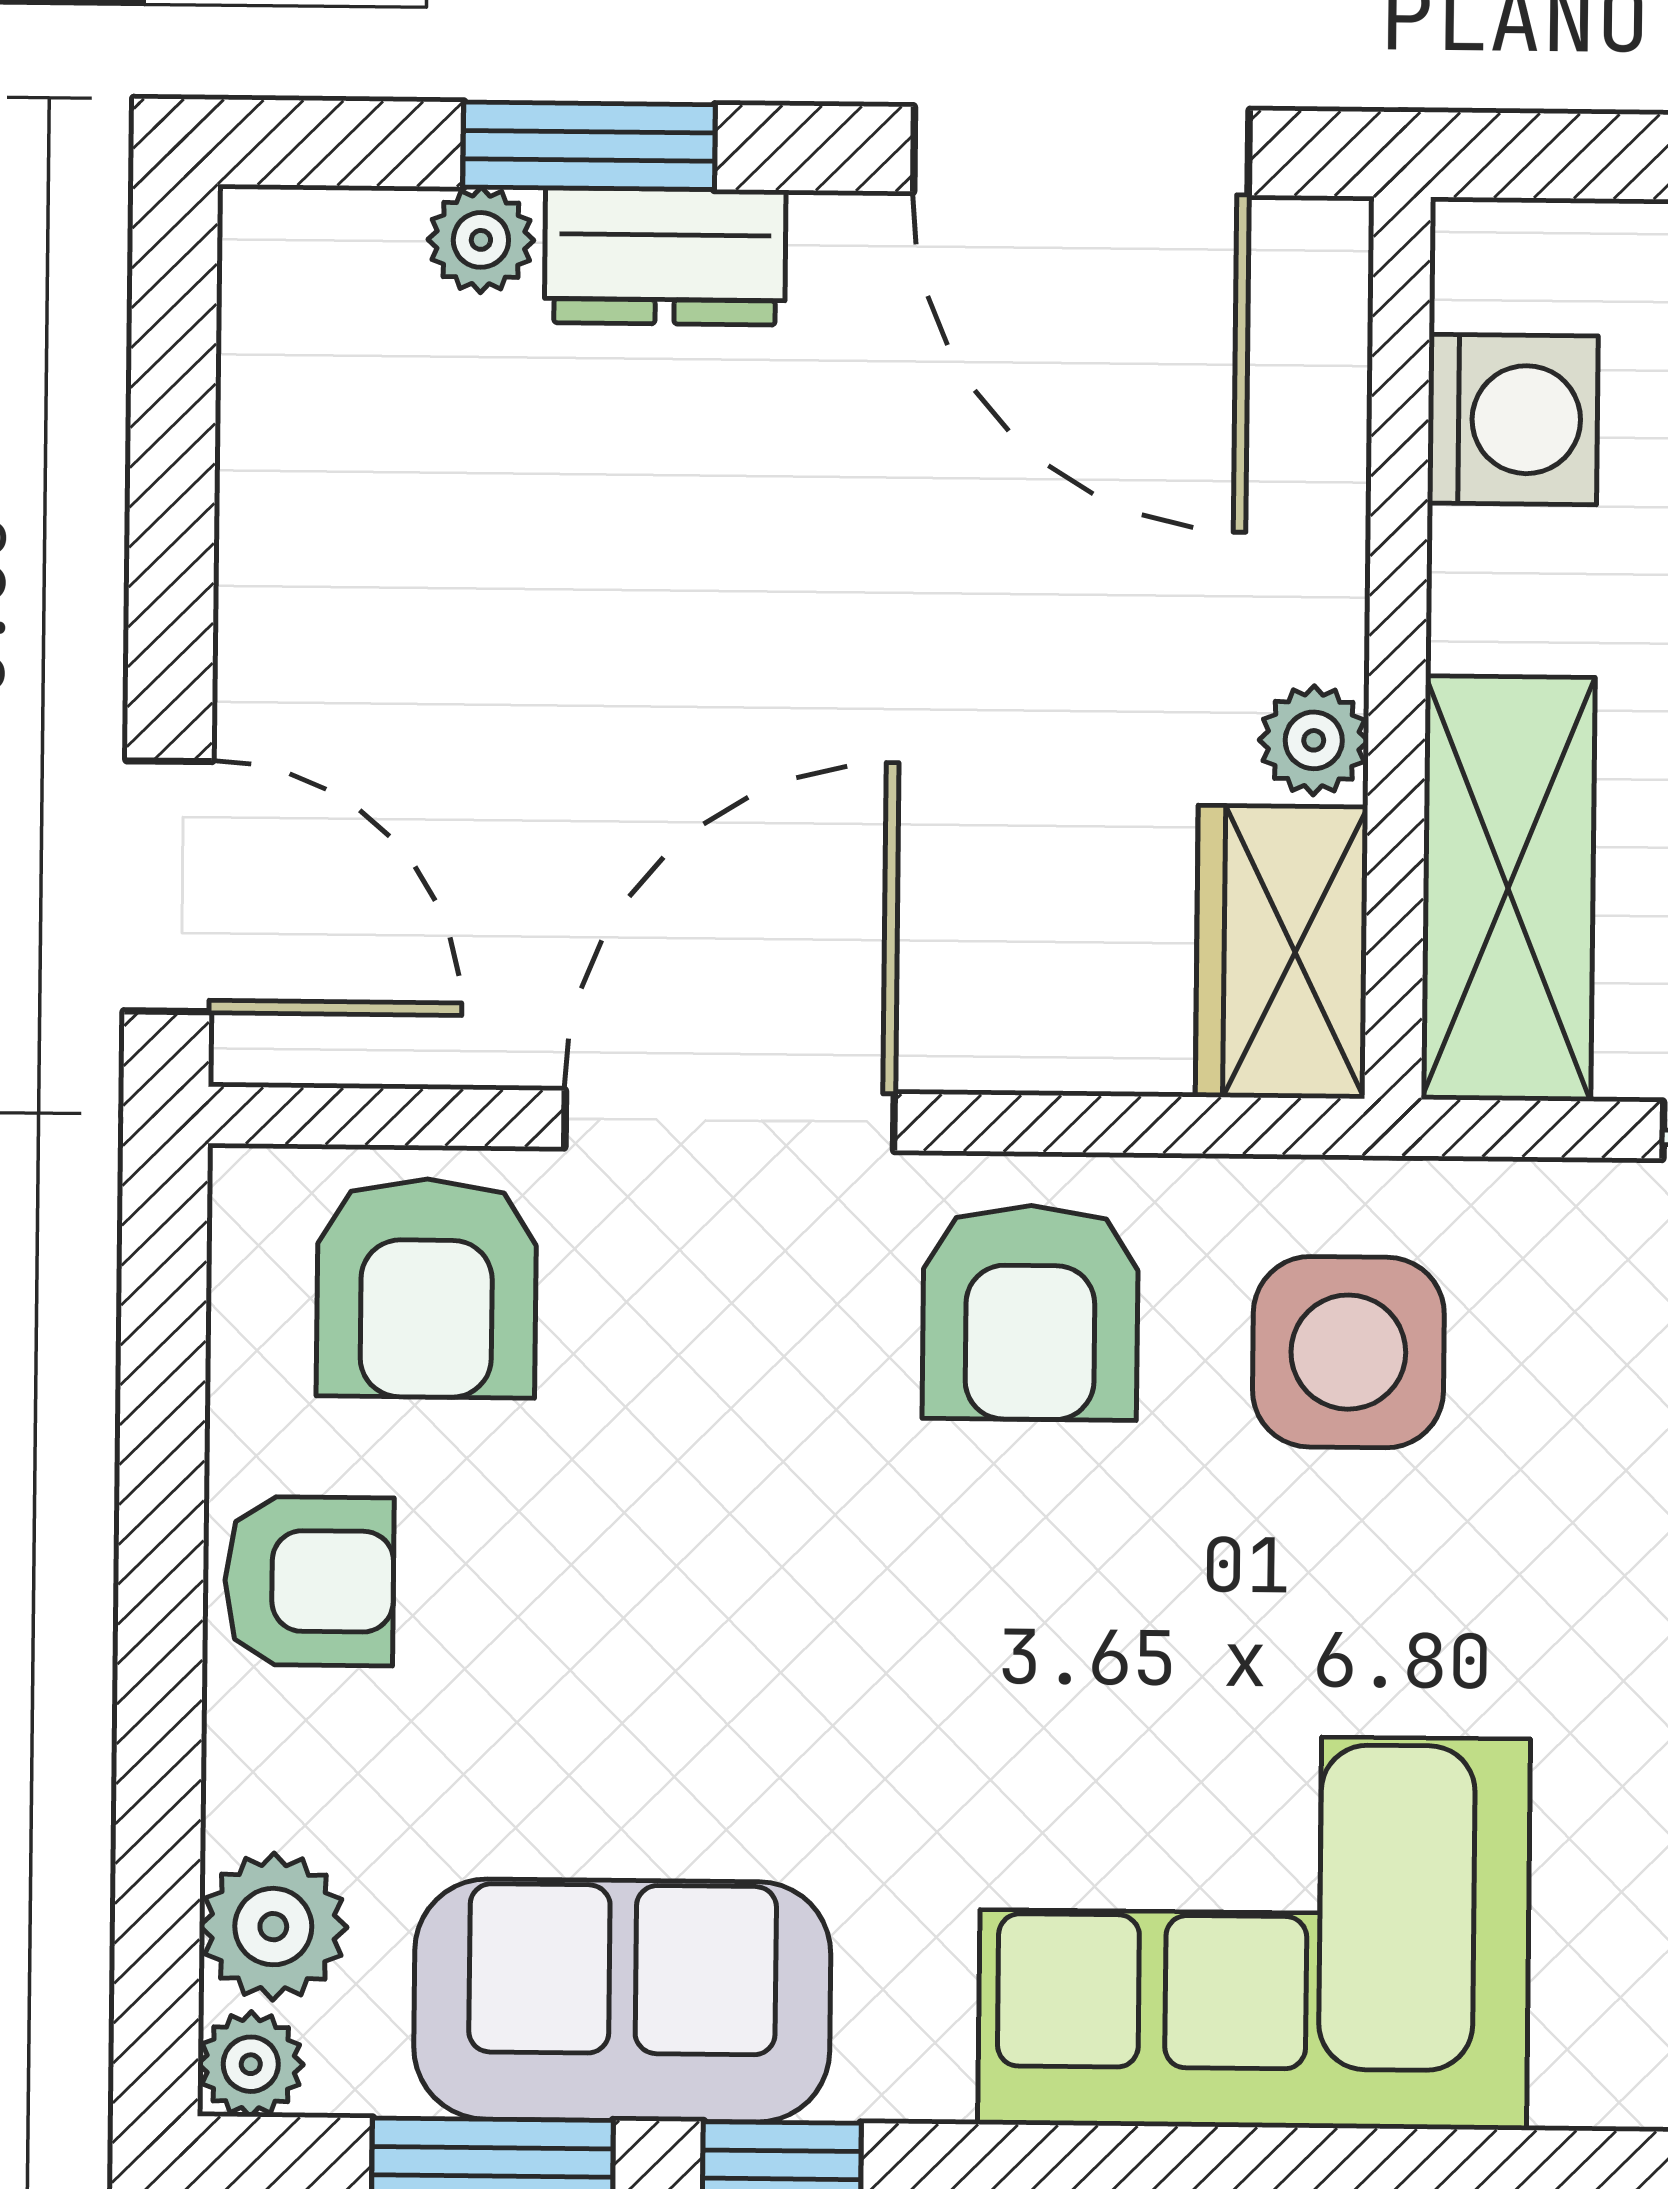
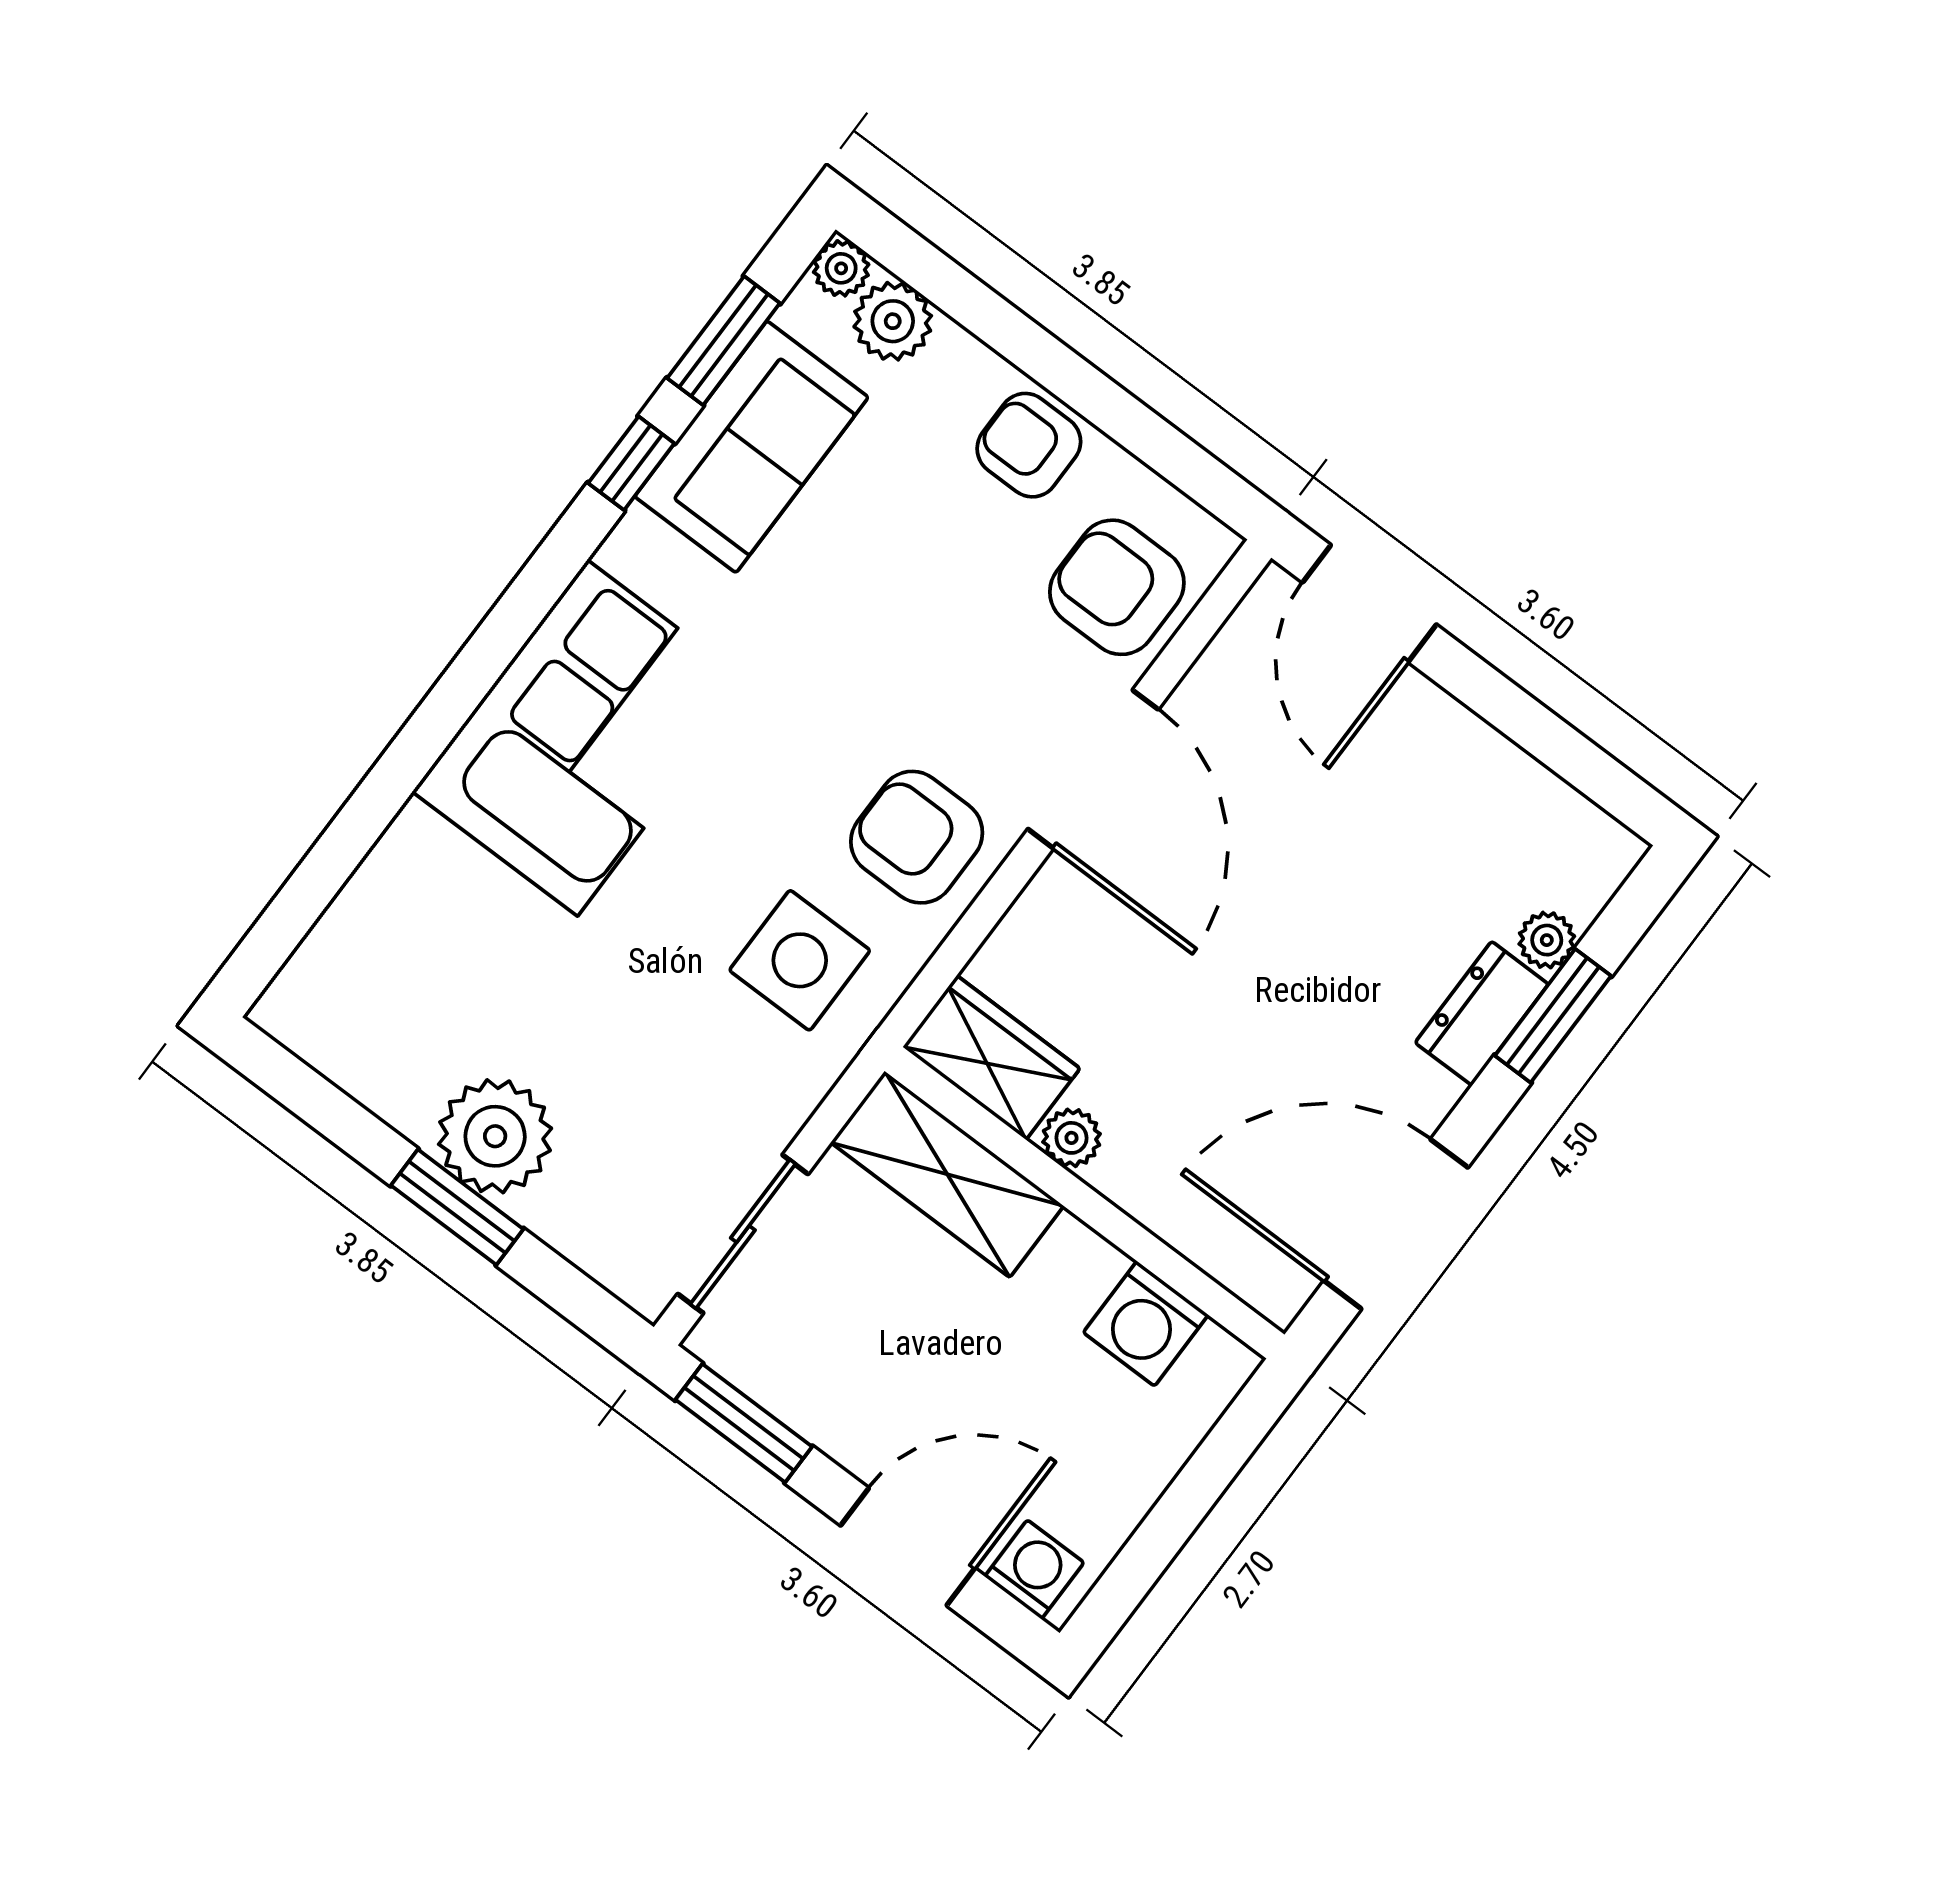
door: (168, 886) -> (1370, 603), hinge flipped
armchair: (309, 1581) -> (1029, 445), turned 90

